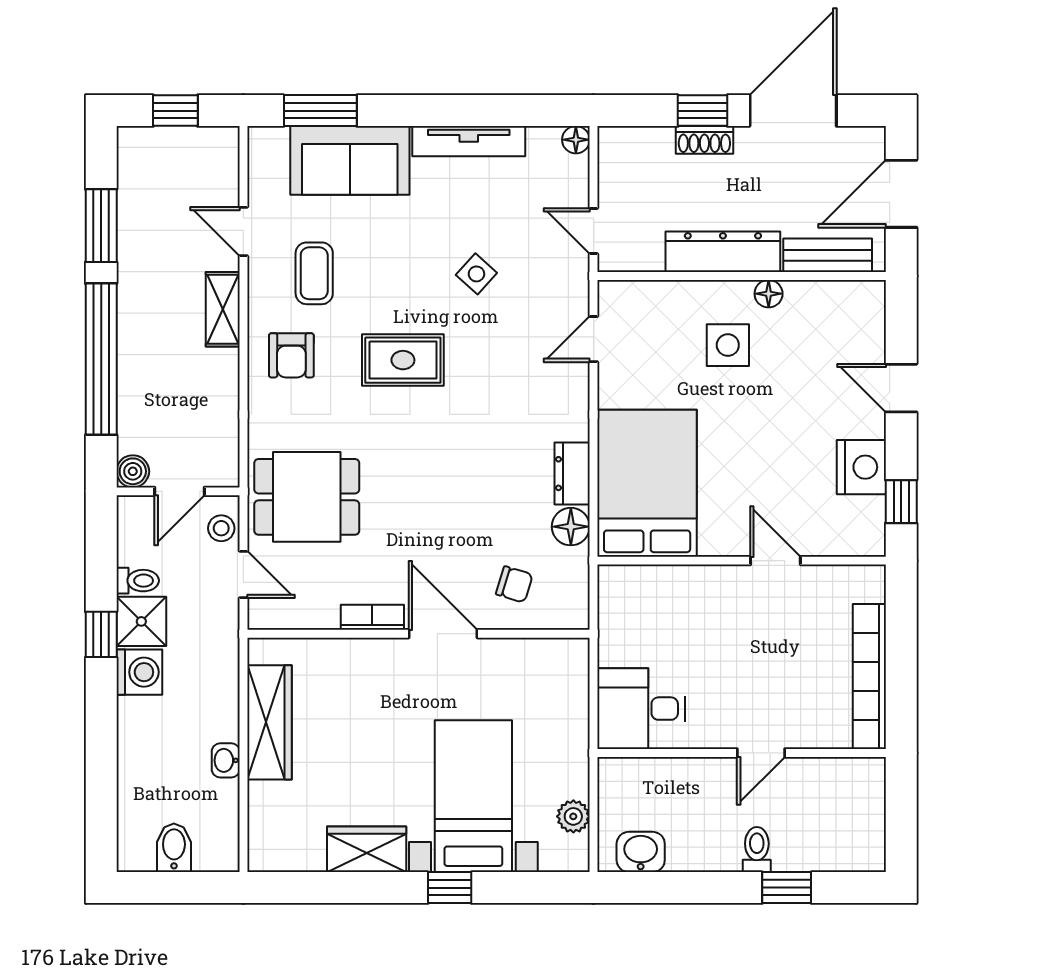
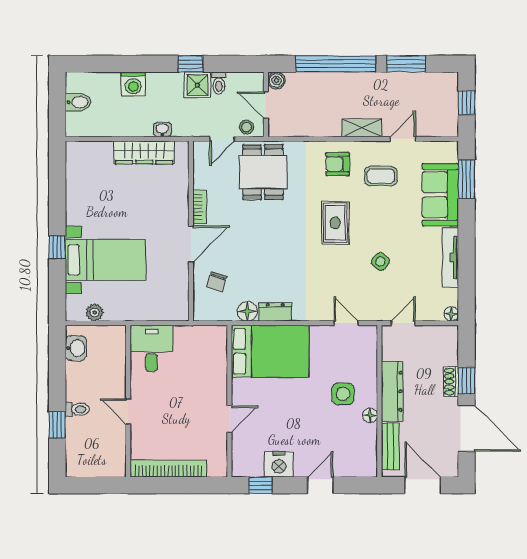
washing machine: (139, 672) -> (133, 84), moved
washbasin: (226, 760) -> (162, 129), moved
wardrobe: (367, 849) -> (77, 204), removed

